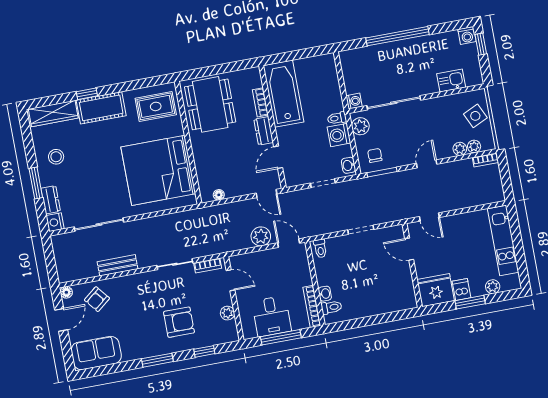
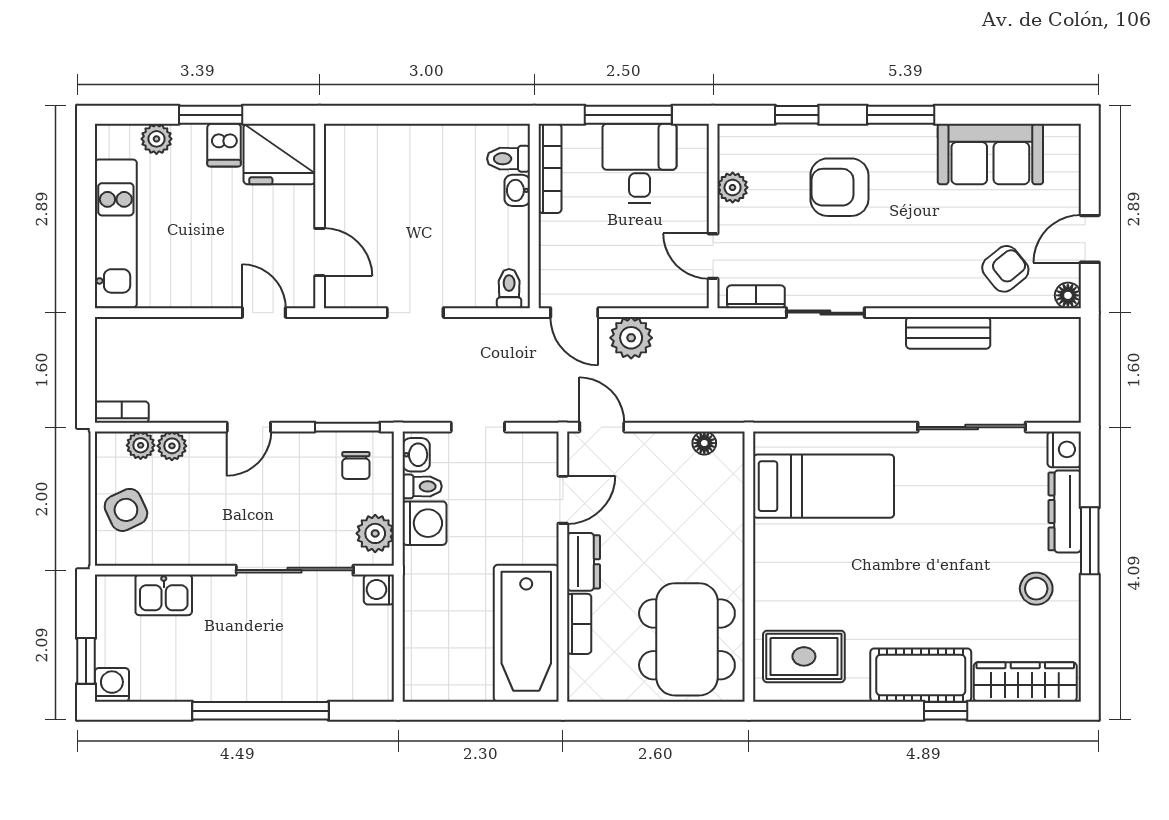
toilet: (337, 118) -> (422, 486), moved
bed: (158, 170) -> (824, 486), width x0.49
dresser: (51, 200) -> (1065, 511), width x1.44
sofa: (96, 353) -> (990, 154), moved

